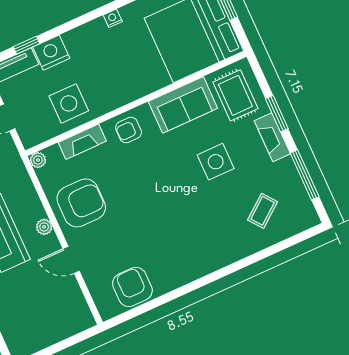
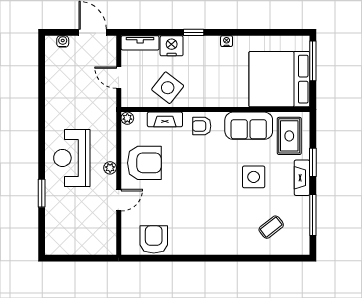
window: (27, 45) -> (194, 32), moved
side table: (69, 103) -> (168, 88), turned 38
door: (71, 260) -> (119, 200), swing flipped

